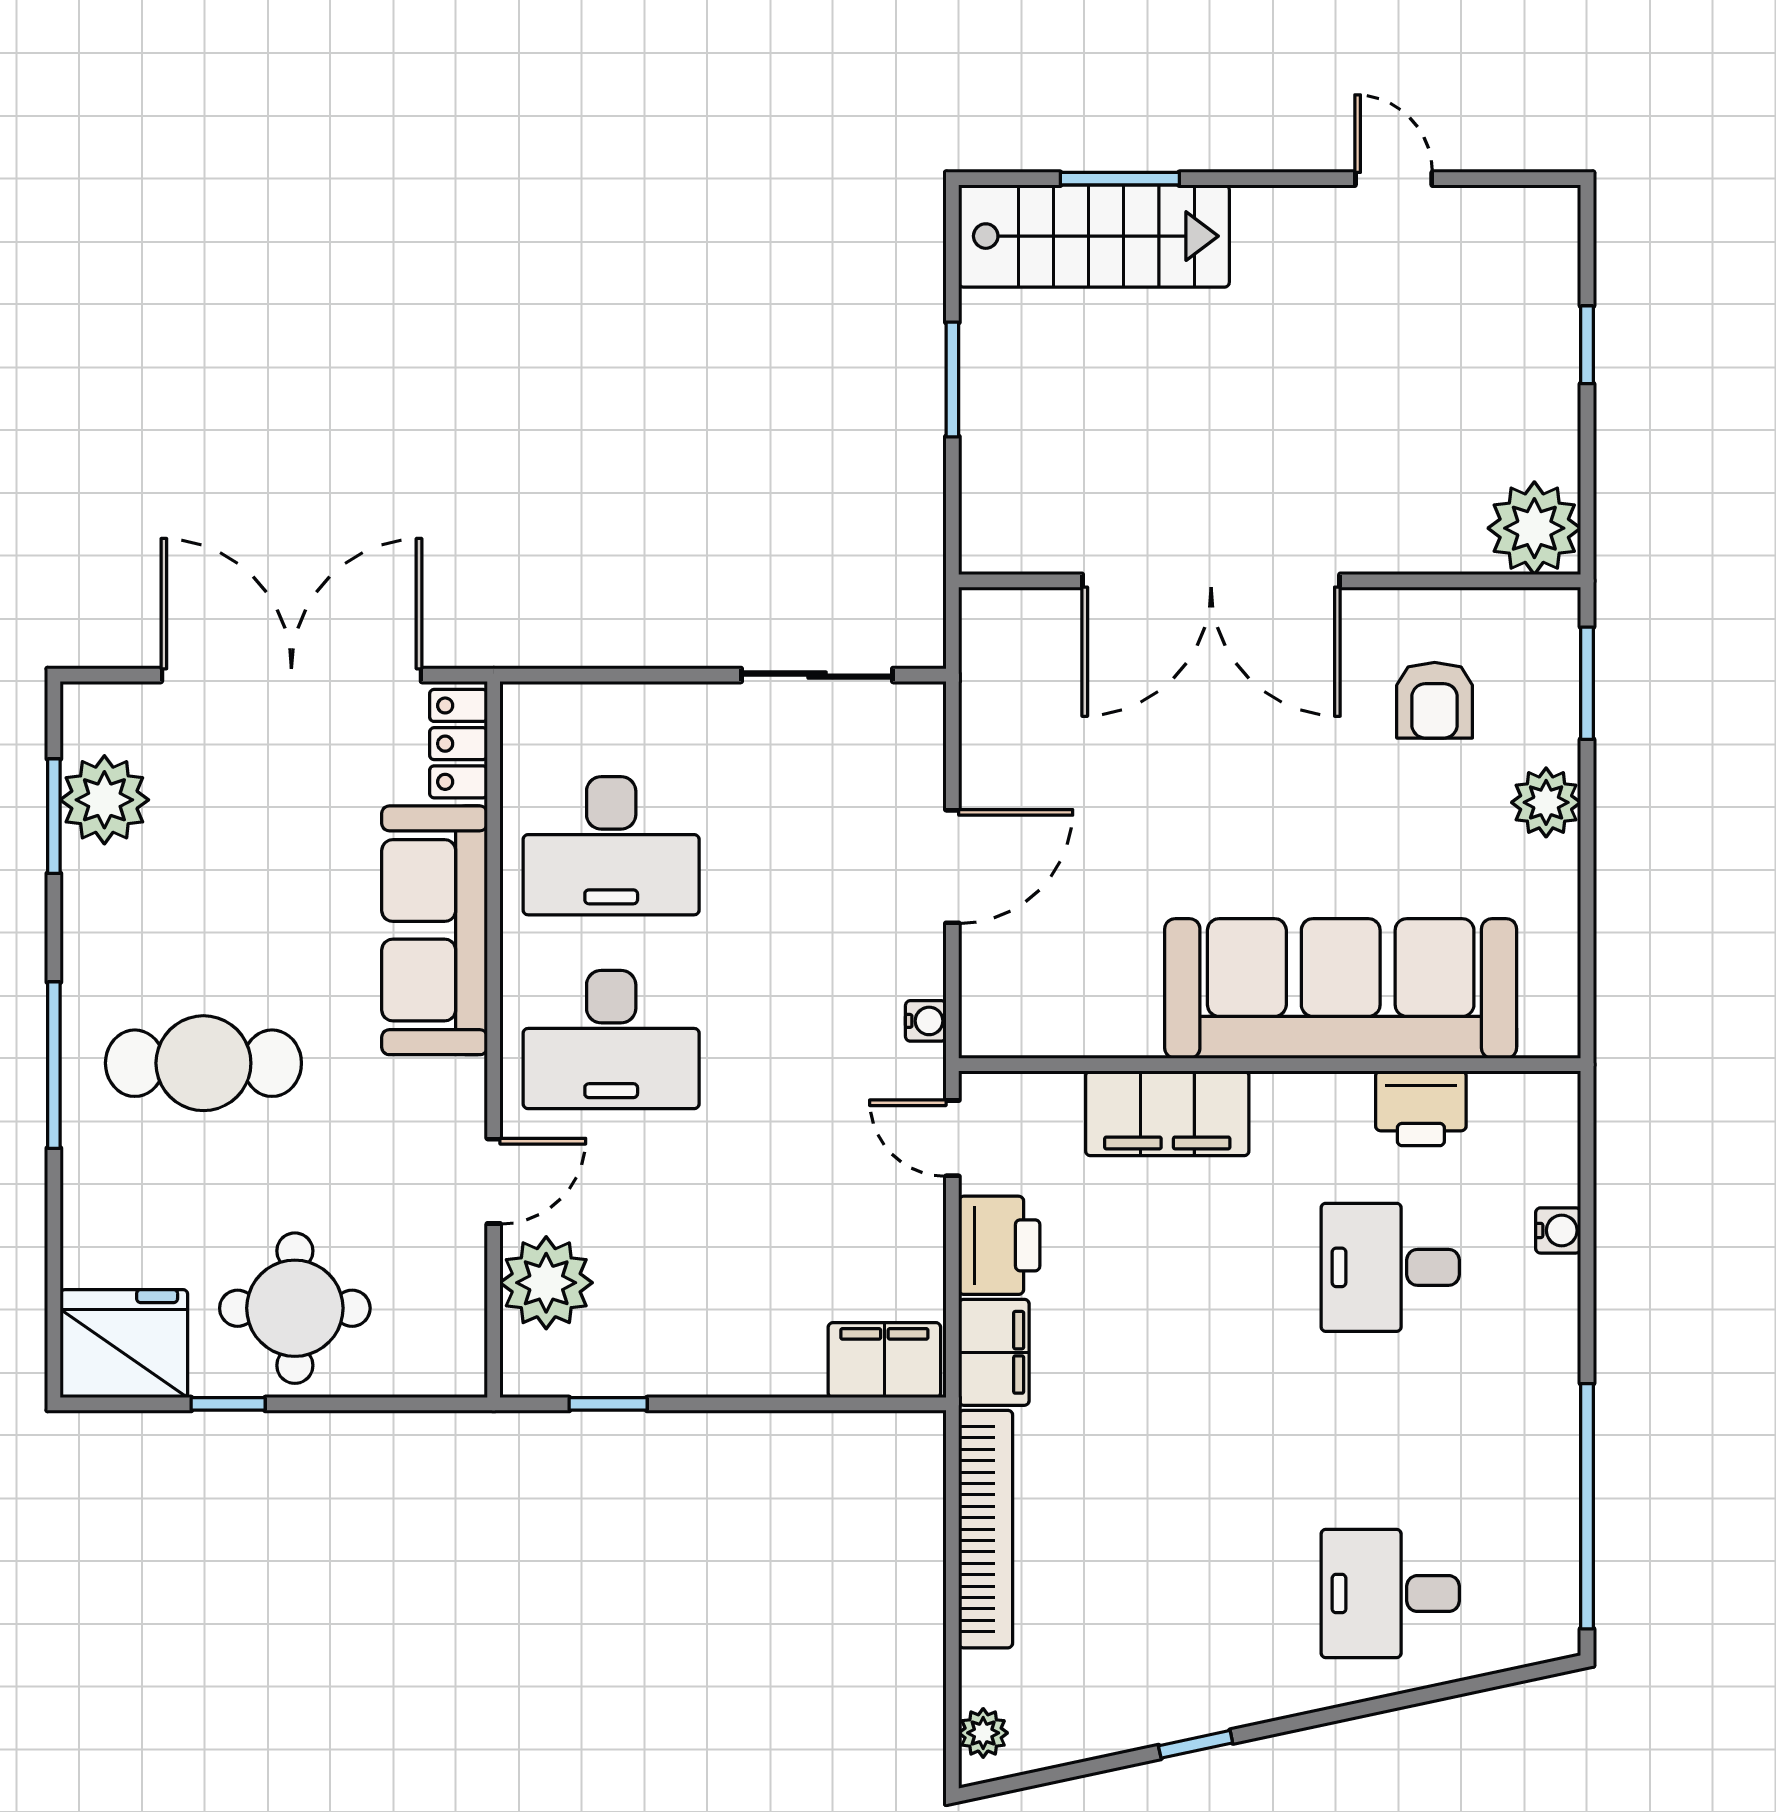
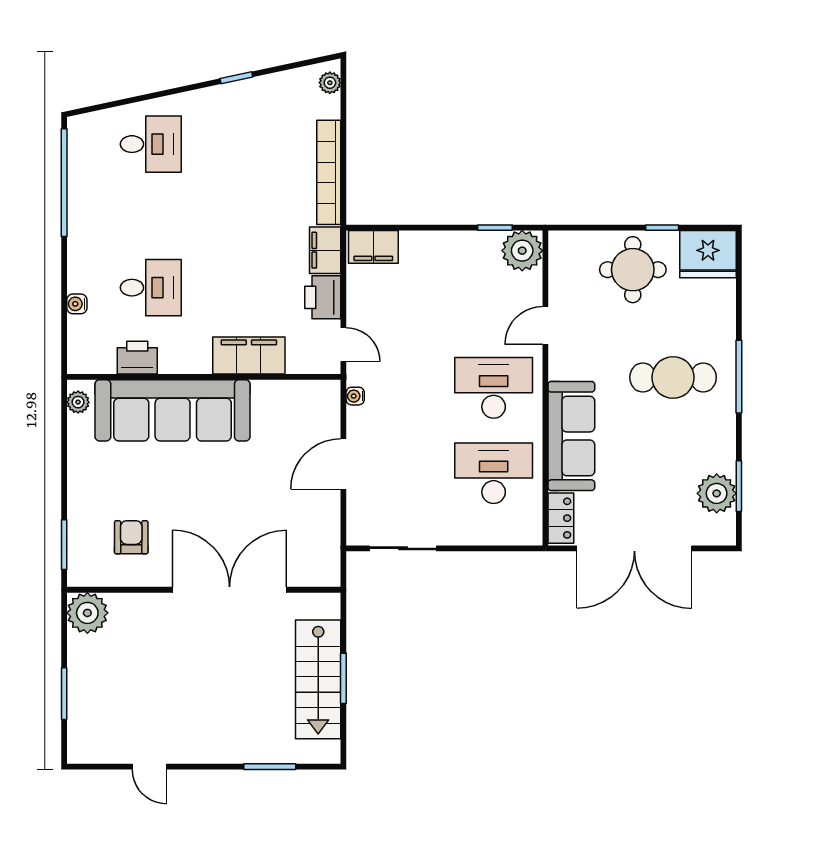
stairs: (1094, 236) -> (318, 679), moved, turned -90
window: (1587, 345) -> (64, 694), width x1.50
plant: (1546, 802) -> (78, 402), moved, width x0.73, depth x0.73
plant: (546, 1283) -> (522, 251), moved

